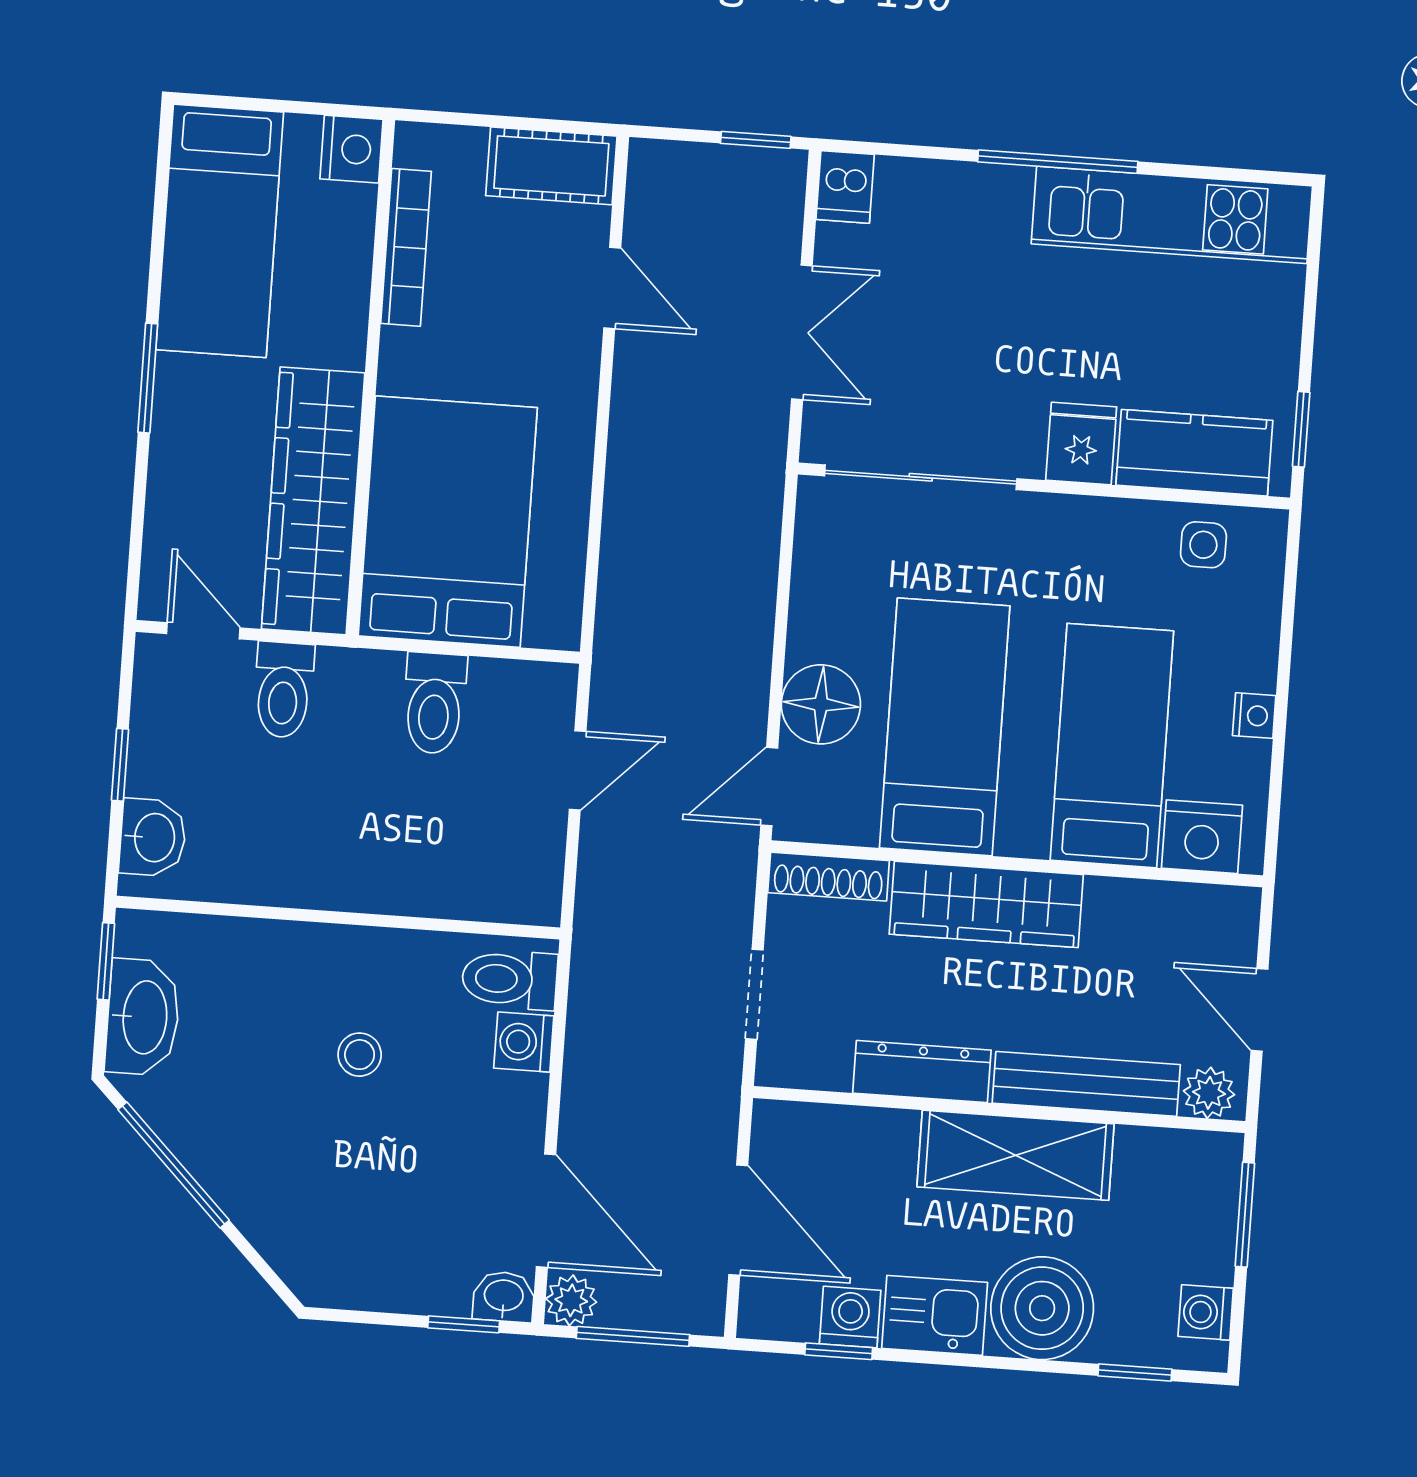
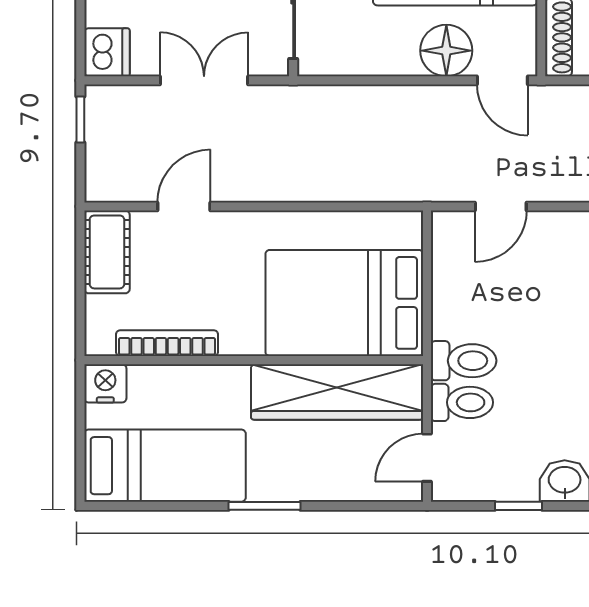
dishwasher: (845, 187) -> (107, 52), width x1.38
toilet: (434, 703) -> (464, 361), moved
door: (578, 770) -> (501, 206), swing flipped

